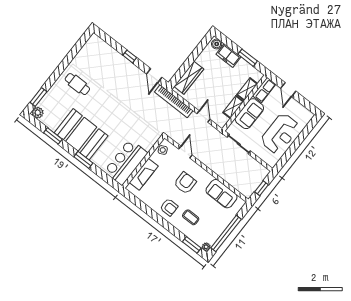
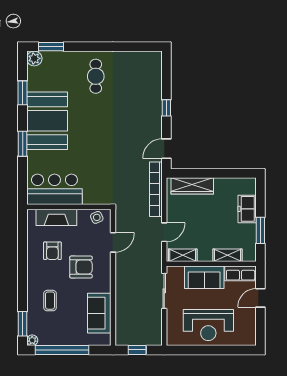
boiler: (217, 44) -> (249, 187), removed
shelving: (233, 107) -> (183, 255), moved
armchair: (169, 207) -> (52, 251), moved

